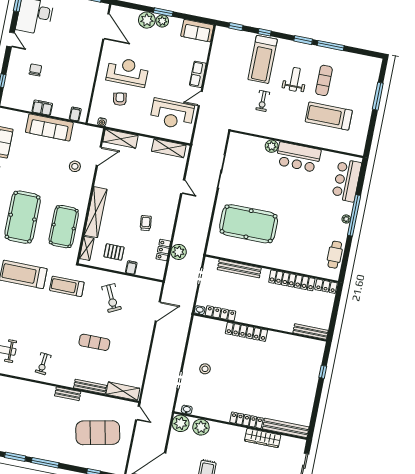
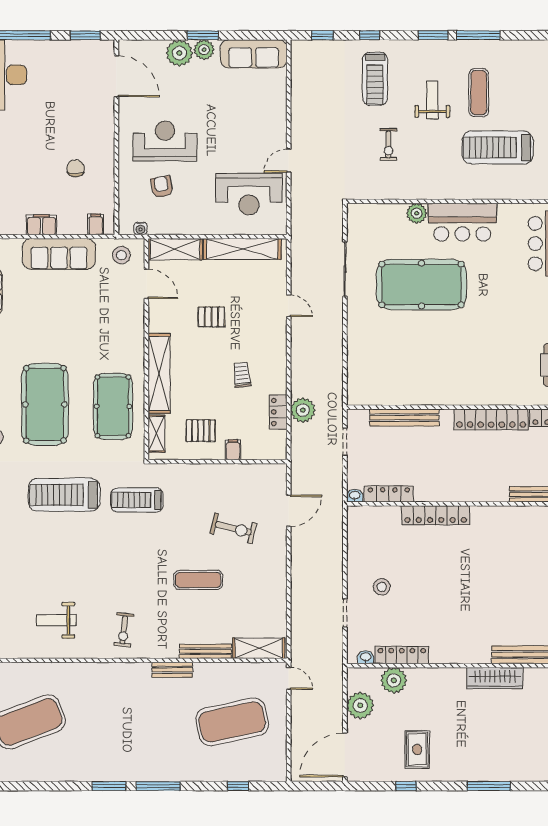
sofa: (197, 31) -> (254, 54), width x1.36
treadmill: (263, 59) -> (375, 79), width x0.73, depth x0.73
chair: (35, 70) -> (76, 168), moved
row of seats: (198, 74) -> (277, 123), removed
shelving: (169, 148) -> (242, 249), width x1.47
door: (99, 156) -> (146, 284), hinge flipped
stool: (75, 166) -> (121, 255), moved
pallet: (134, 184) -> (211, 317), added
pool table: (249, 224) -> (422, 285), moved
exercise bike: (111, 298) -> (233, 528), moved, turned -50
locker: (246, 420) -> (402, 655), moved
plant: (181, 423) -> (360, 705), moved

